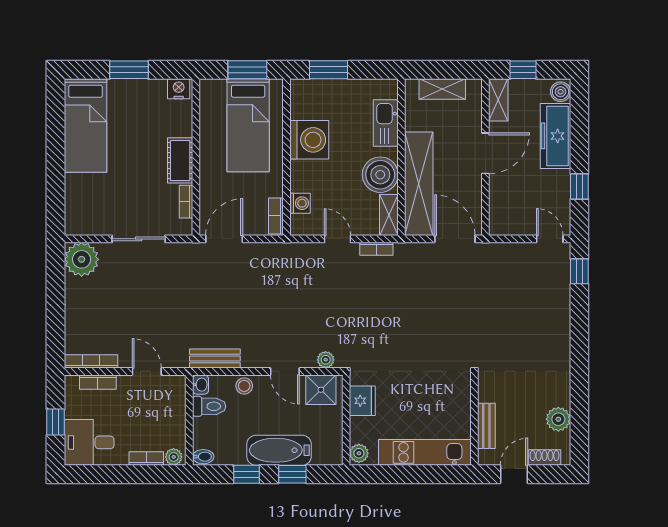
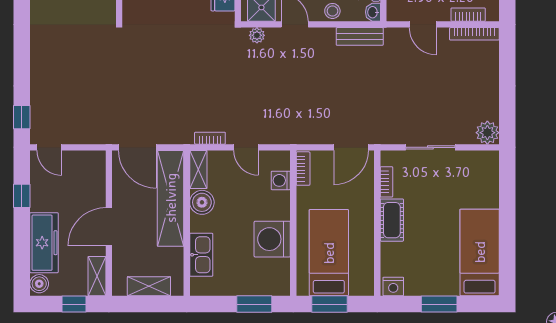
boiler: (380, 175) -> (202, 202), width x0.73, depth x0.73
plant: (82, 259) -> (487, 133), width x0.73, depth x0.73

